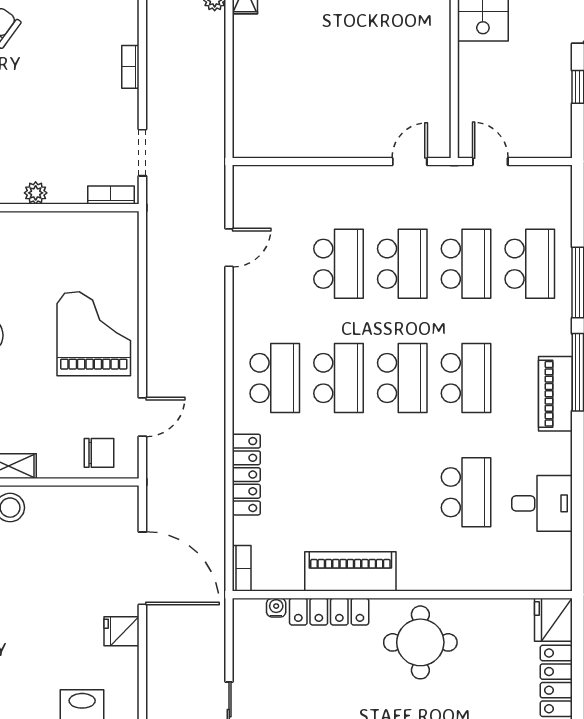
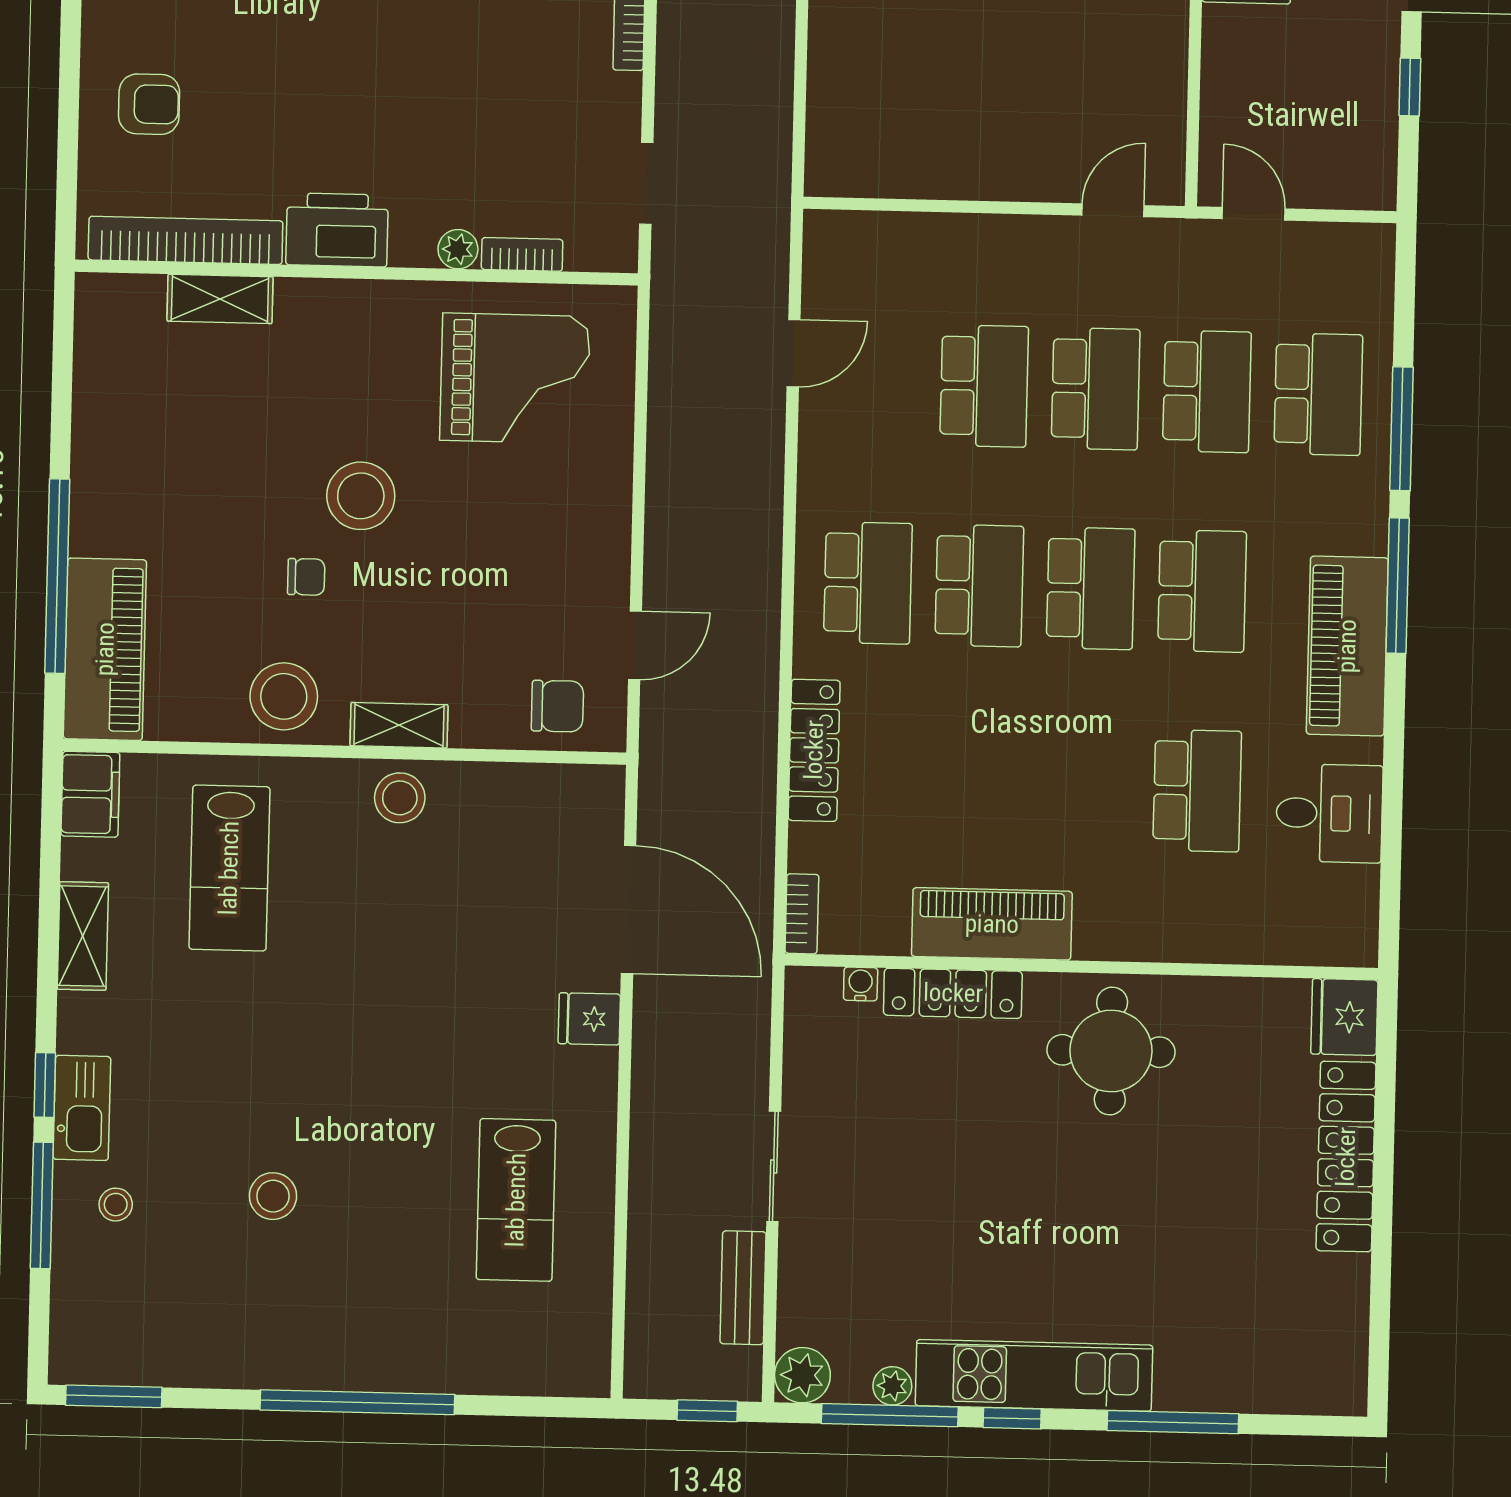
bookcase: (111, 195) -> (522, 254), moved
grand piano: (94, 334) -> (515, 378), moved, turned 90
piano: (555, 394) -> (1347, 646), width x1.37, depth x1.33

